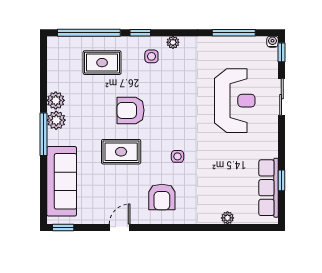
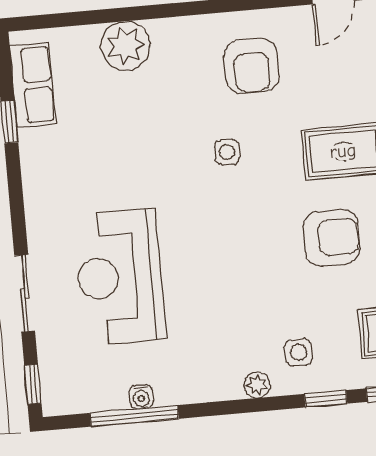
water cooler: (273, 42) -> (141, 397), moved
row of seats: (269, 188) -> (33, 85), width x0.68
armchair: (162, 197) -> (251, 66), turned 180
plant: (227, 218) -> (126, 46), width x1.88, depth x1.88

